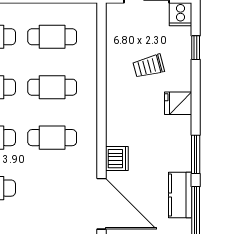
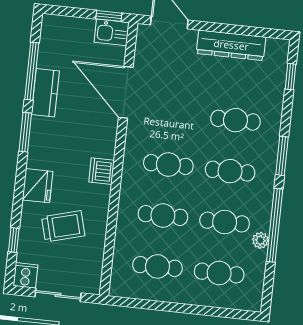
trolley: (149, 66) -> (63, 226), width x1.36, depth x1.39
fridge: (178, 103) -> (38, 186), width x1.38
dishwasher: (117, 159) -> (102, 171), moved

